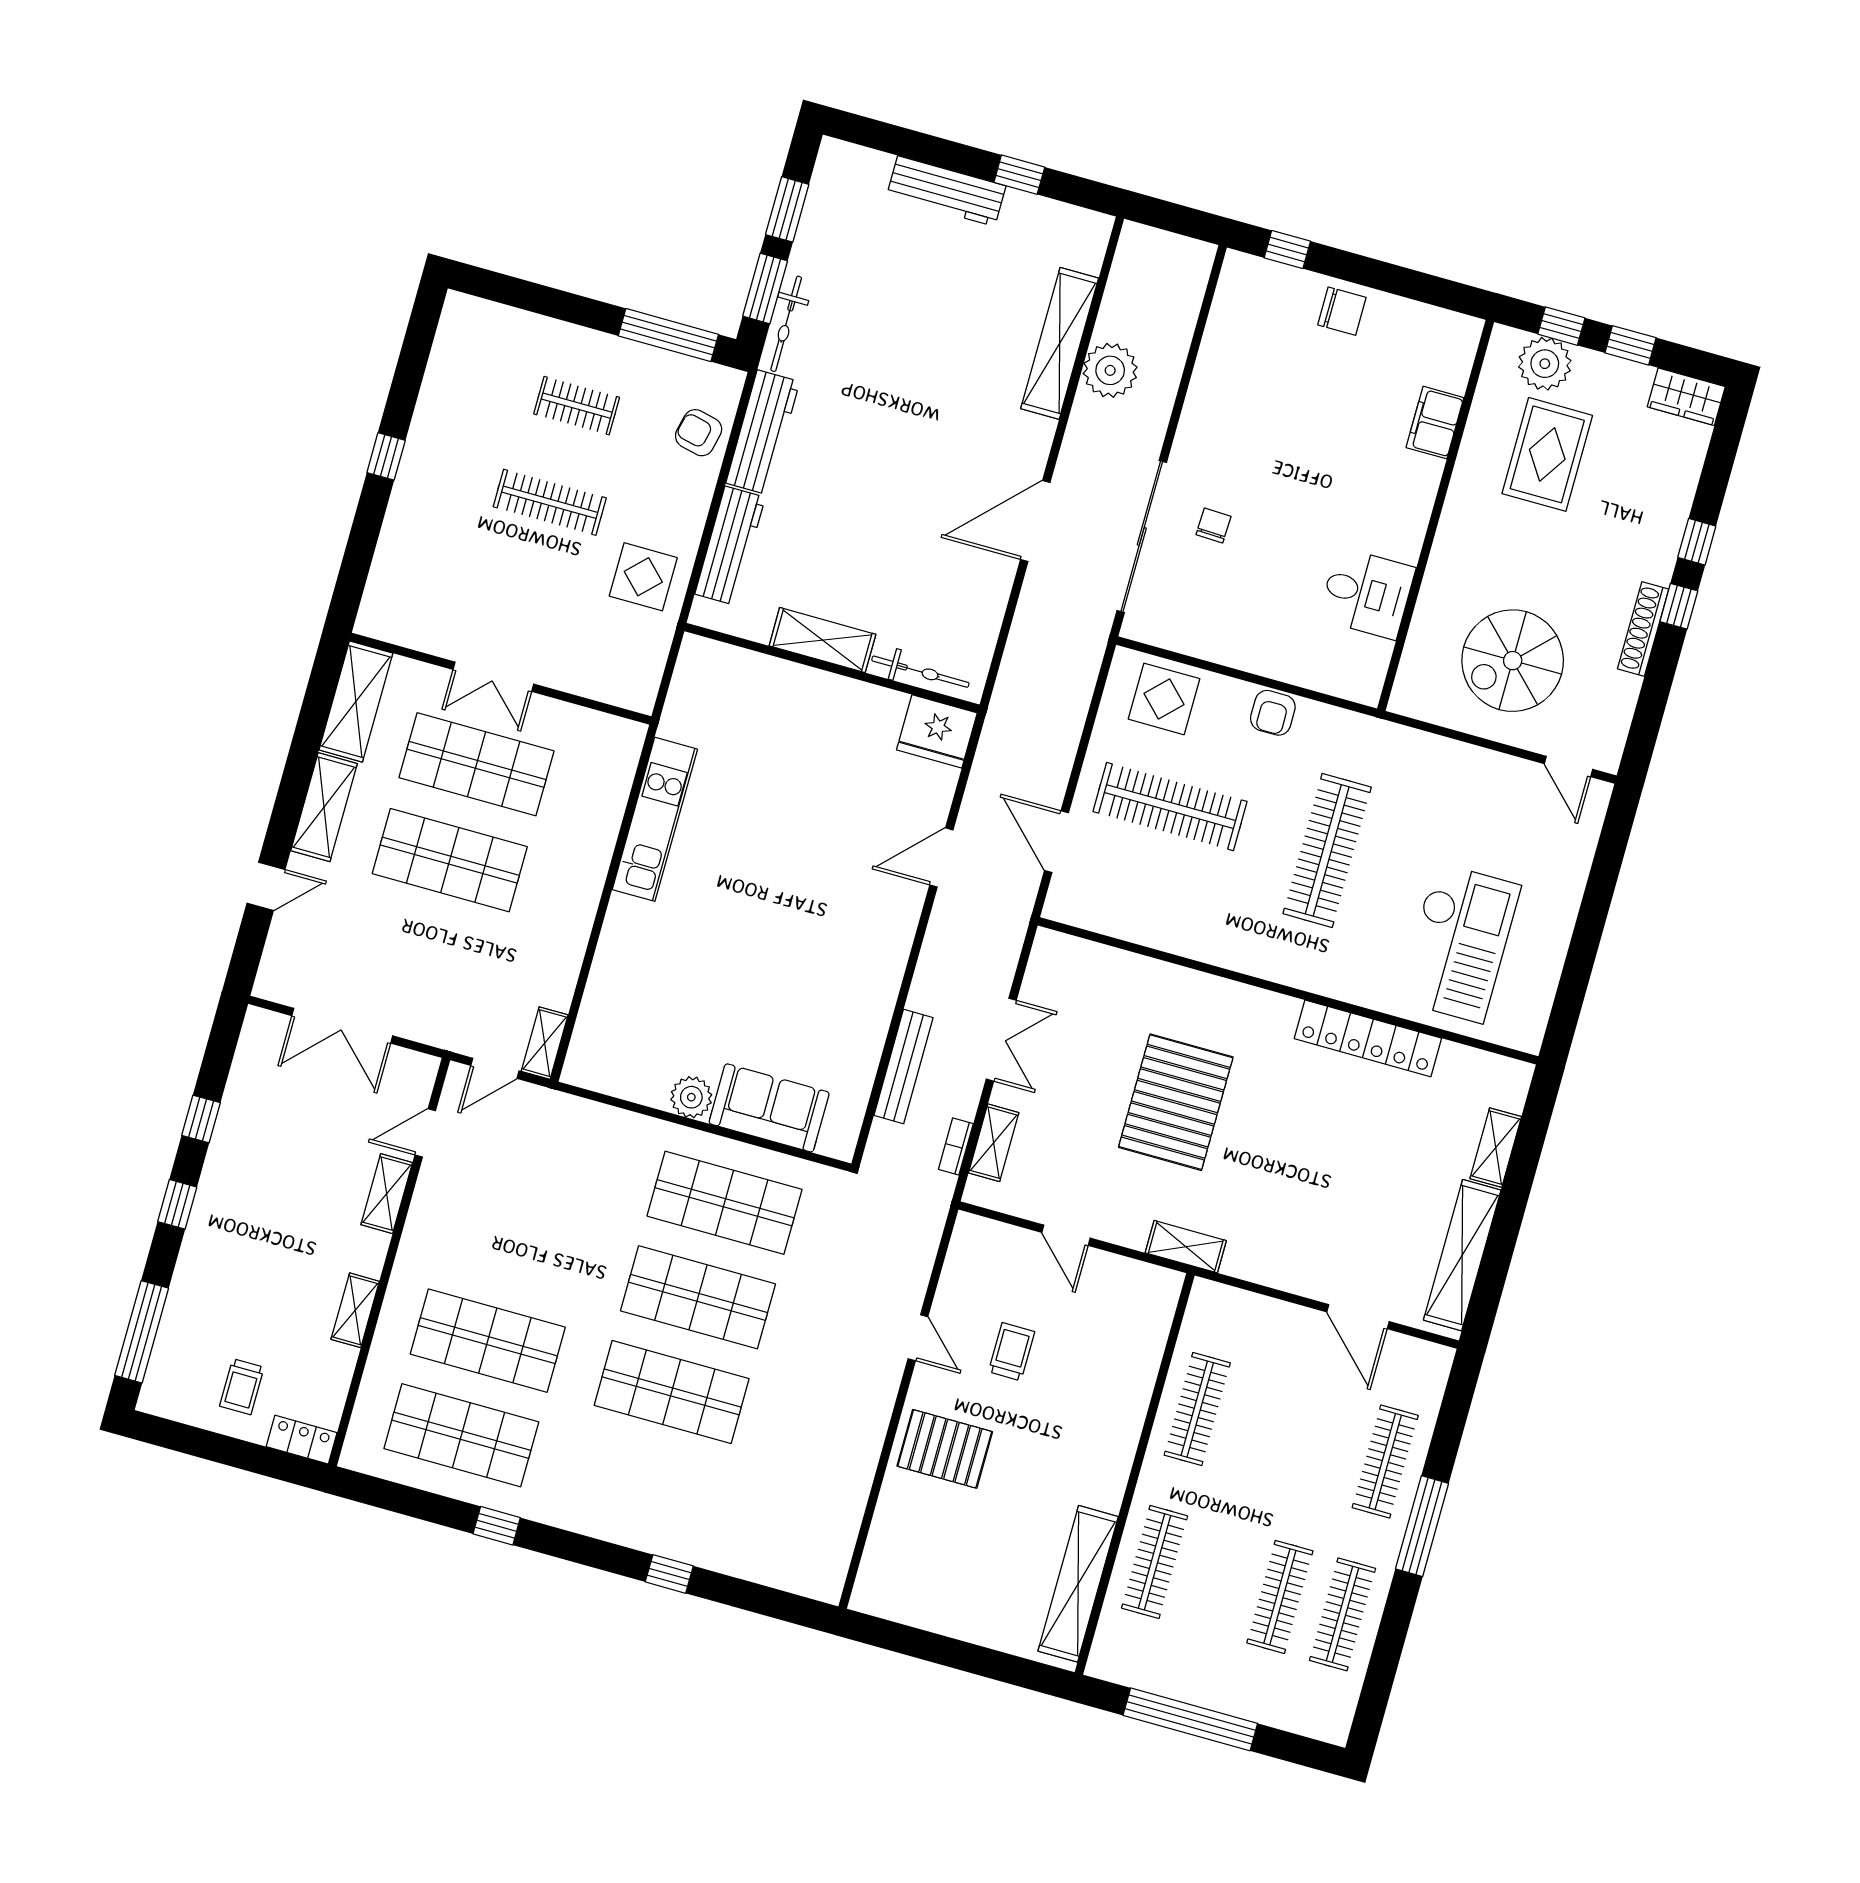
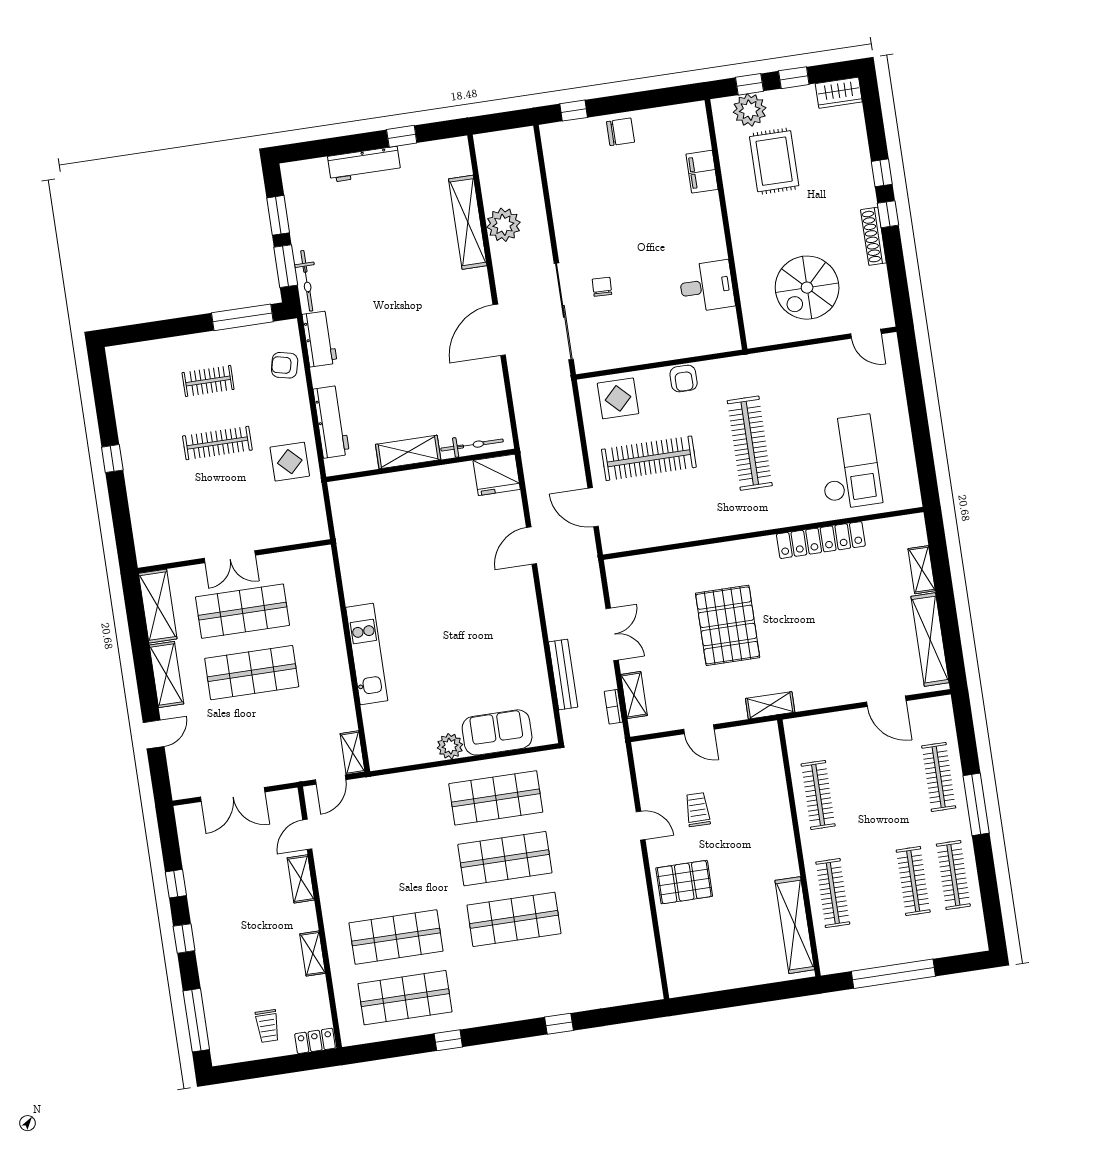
workbench: (763, 432) -> (320, 339), width x0.73
kitchen unit: (655, 819) -> (367, 654), moved

